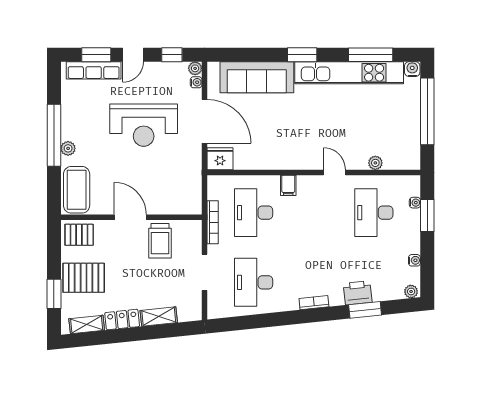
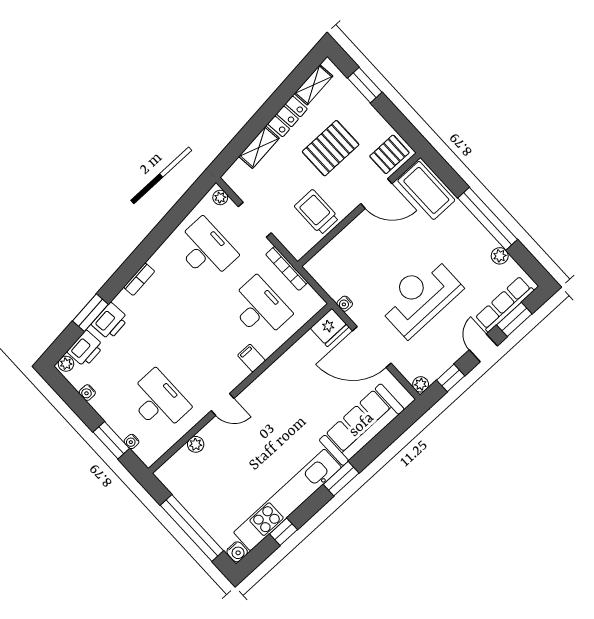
window: (371, 55) -> (283, 532), width x0.46
water cooler: (196, 82) -> (345, 304), moved
plant: (68, 148) -> (500, 256), moved
door: (130, 217) -> (376, 194), moved
pallet: (84, 278) -> (331, 148), moved
printer: (390, 290) -> (86, 349), added
plant: (213, 307) -> (220, 197), added

